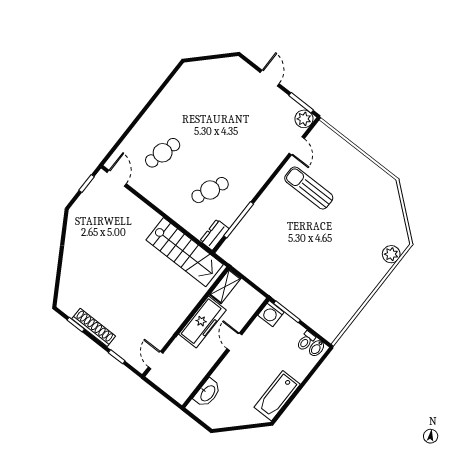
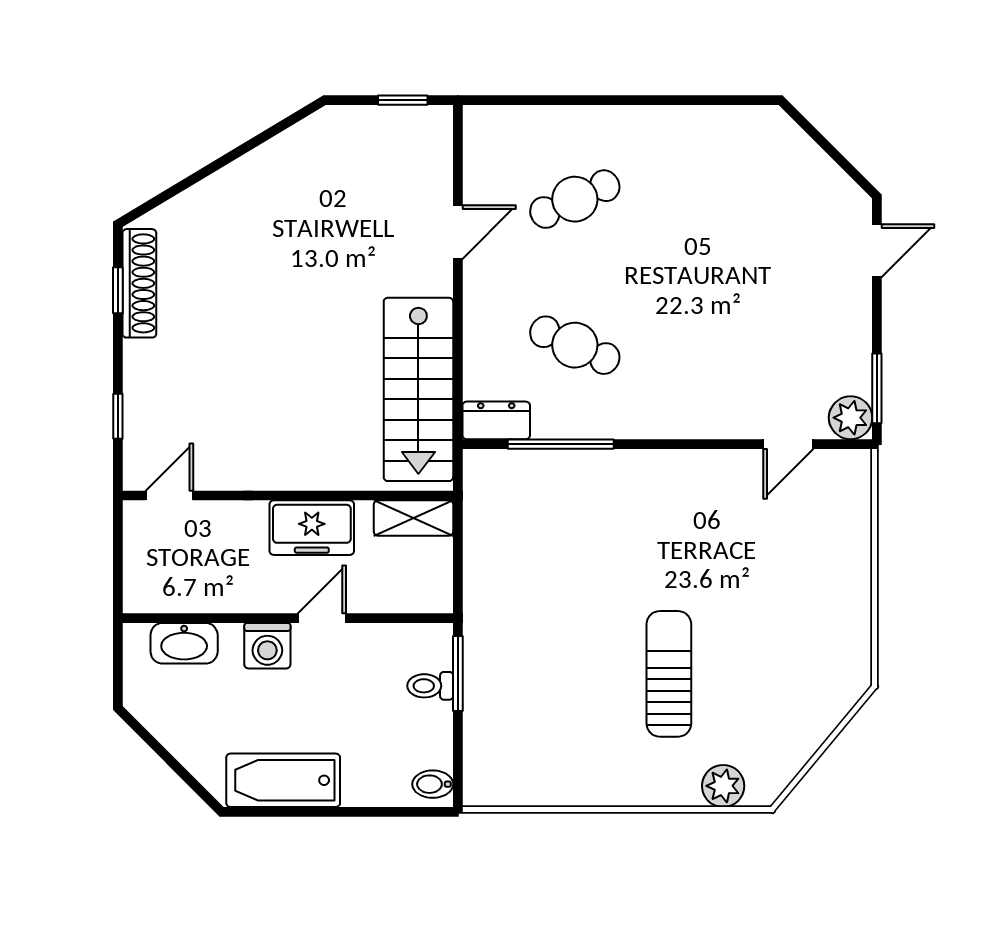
door: (270, 78) -> (877, 251), moved
cafe table: (163, 153) -> (575, 199), turned -39
door: (117, 178) -> (458, 232), moved
sun lounger: (309, 188) -> (669, 674), moved
washing machine: (271, 314) -> (267, 646), moved, turned -90
freezer: (202, 322) -> (312, 528), width x0.71
shoe rack: (94, 327) -> (139, 283), moved
toilet: (306, 341) -> (430, 686), moved

